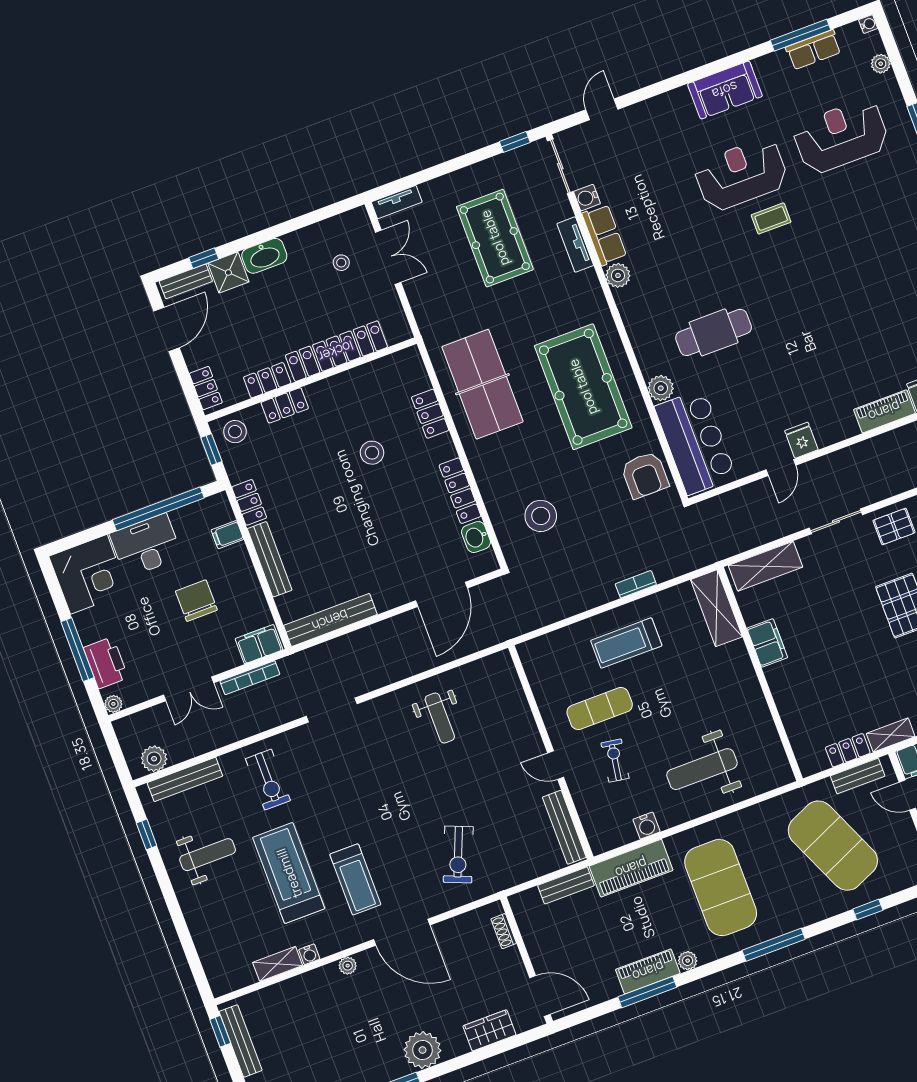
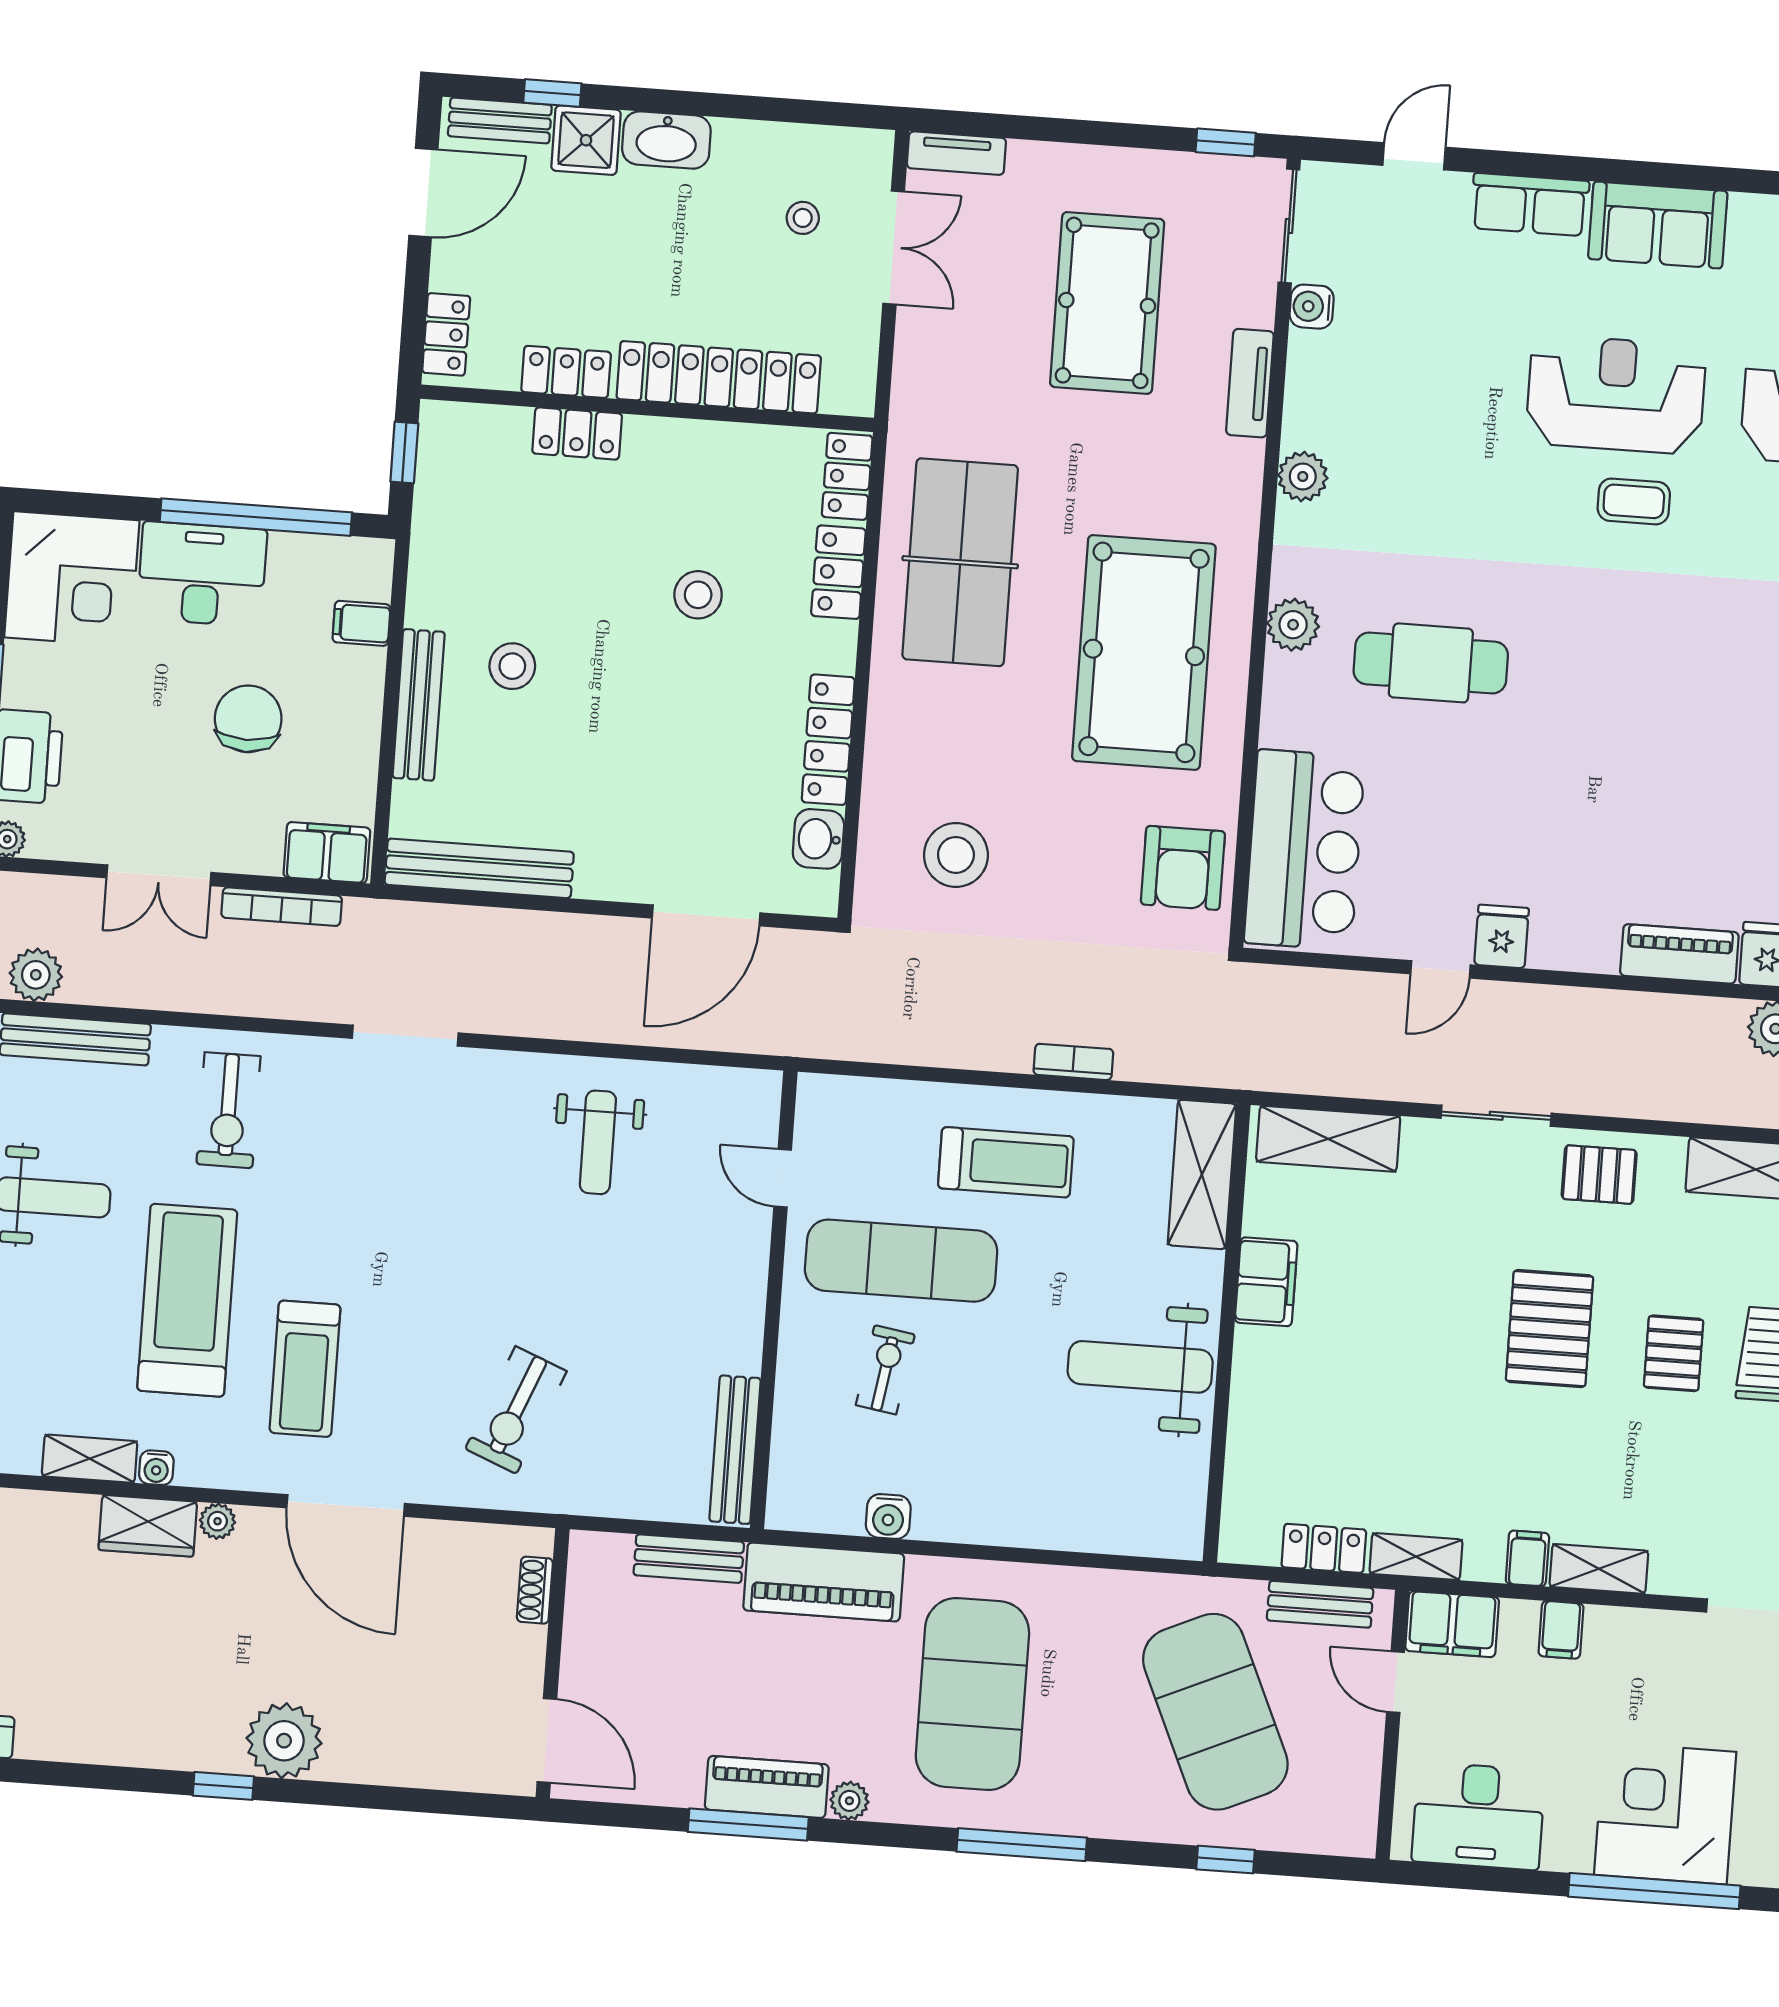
row of seats: (604, 235) -> (1530, 204), moved, turned 90
plant: (661, 388) -> (1293, 625), moved
stool: (235, 432) -> (512, 666), moved
locker: (249, 502) -> (847, 476), moved, turned 180
treadmill: (626, 643) -> (1006, 1162), turned 180
exercise mat: (600, 709) -> (901, 1261), width x1.36, depth x1.45
door: (556, 765) -> (783, 1178), moved
weight bench: (702, 769) -> (1140, 1367), moved
wardrobe: (489, 1030) -> (148, 1526), moved, turned 180

